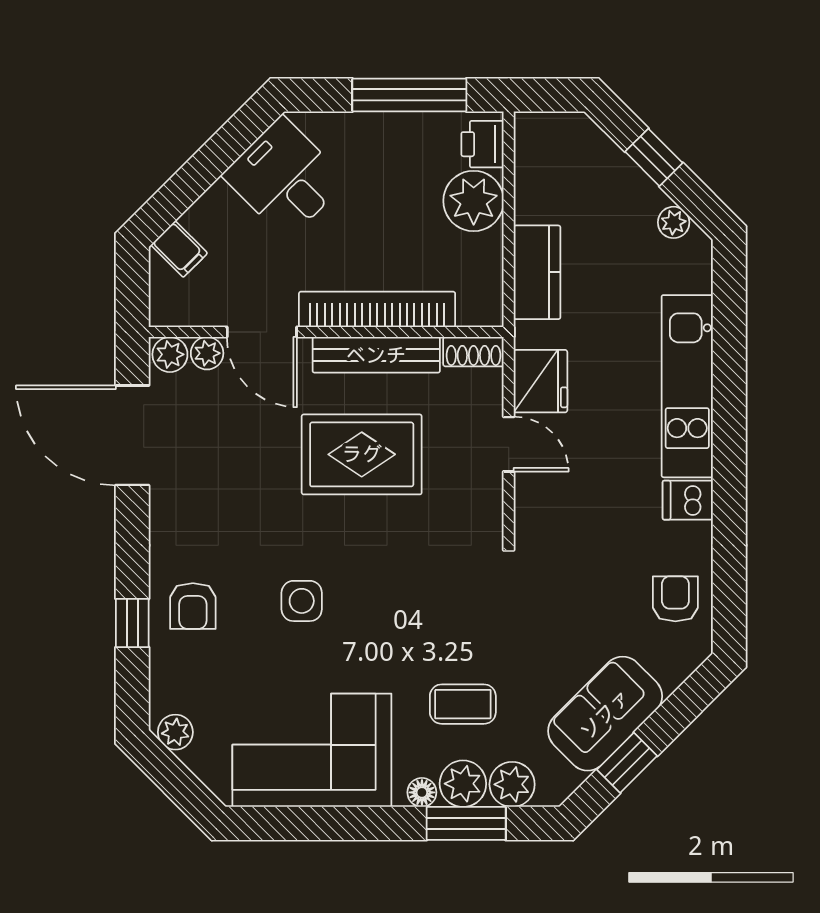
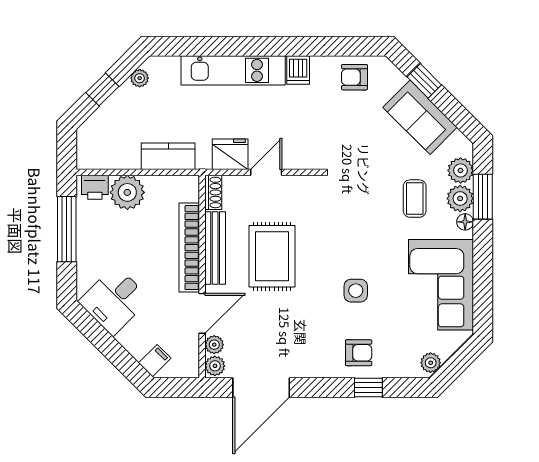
window: (627, 763) -> (424, 81), moved

